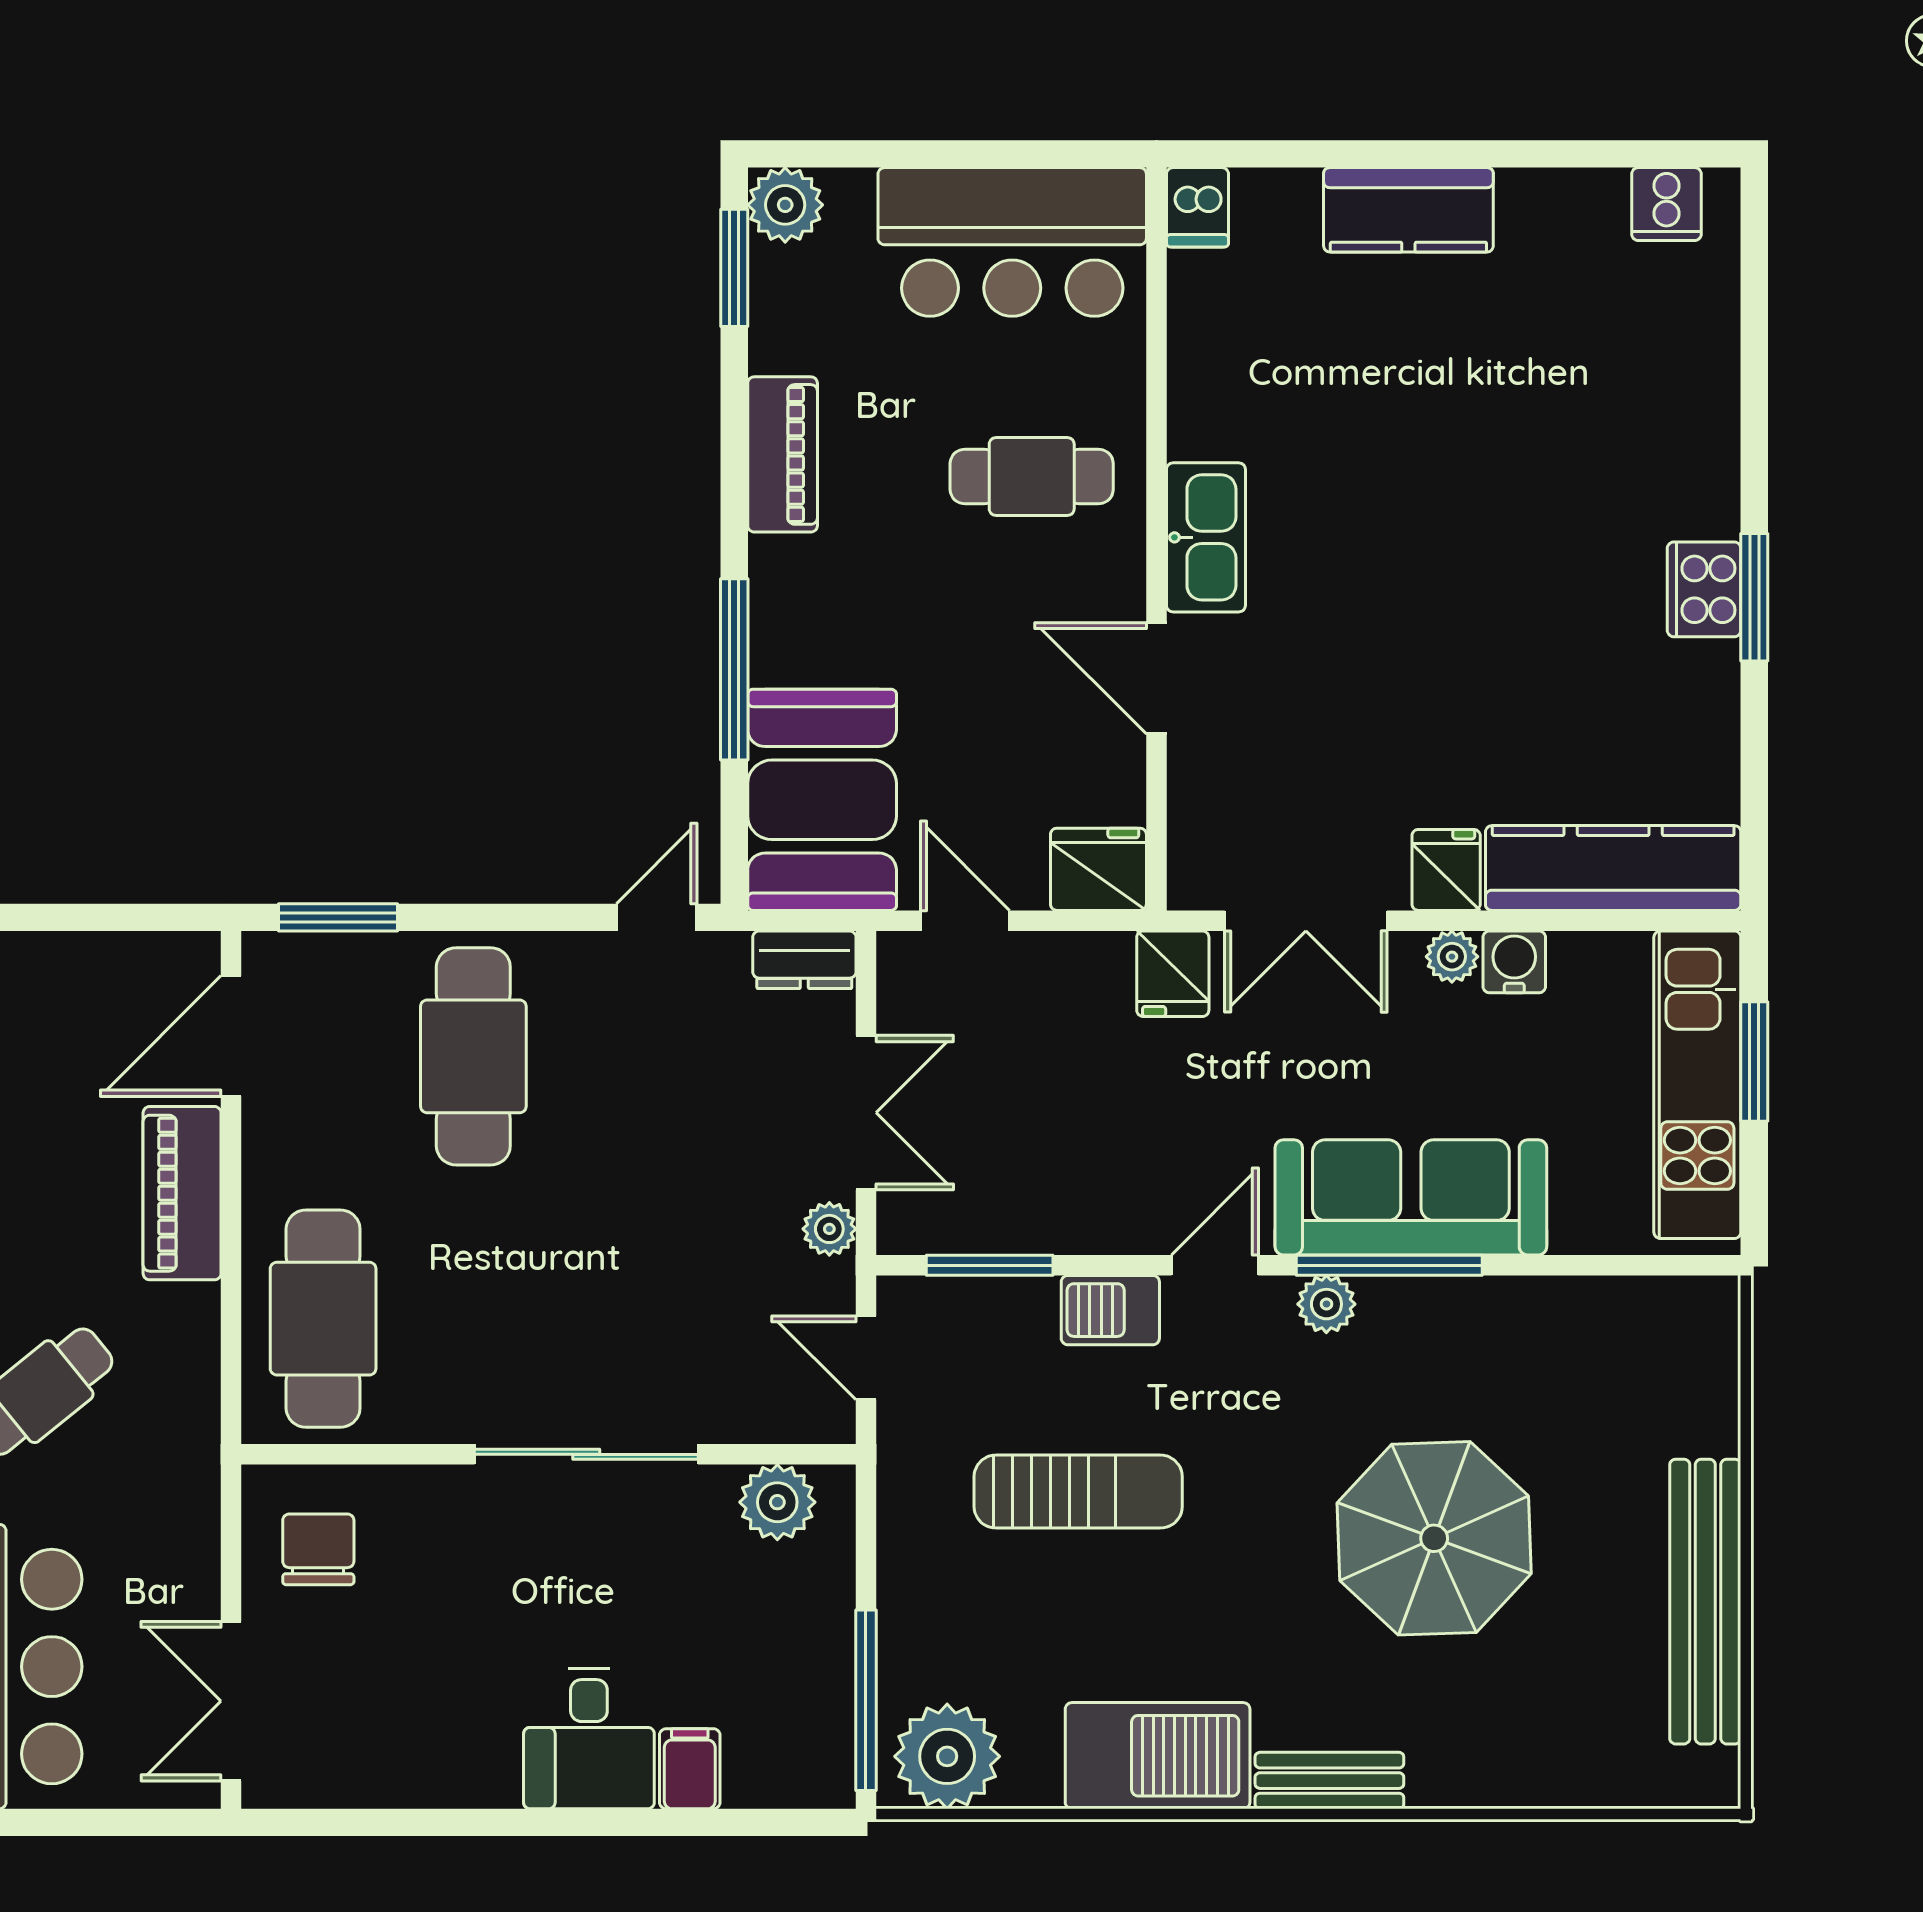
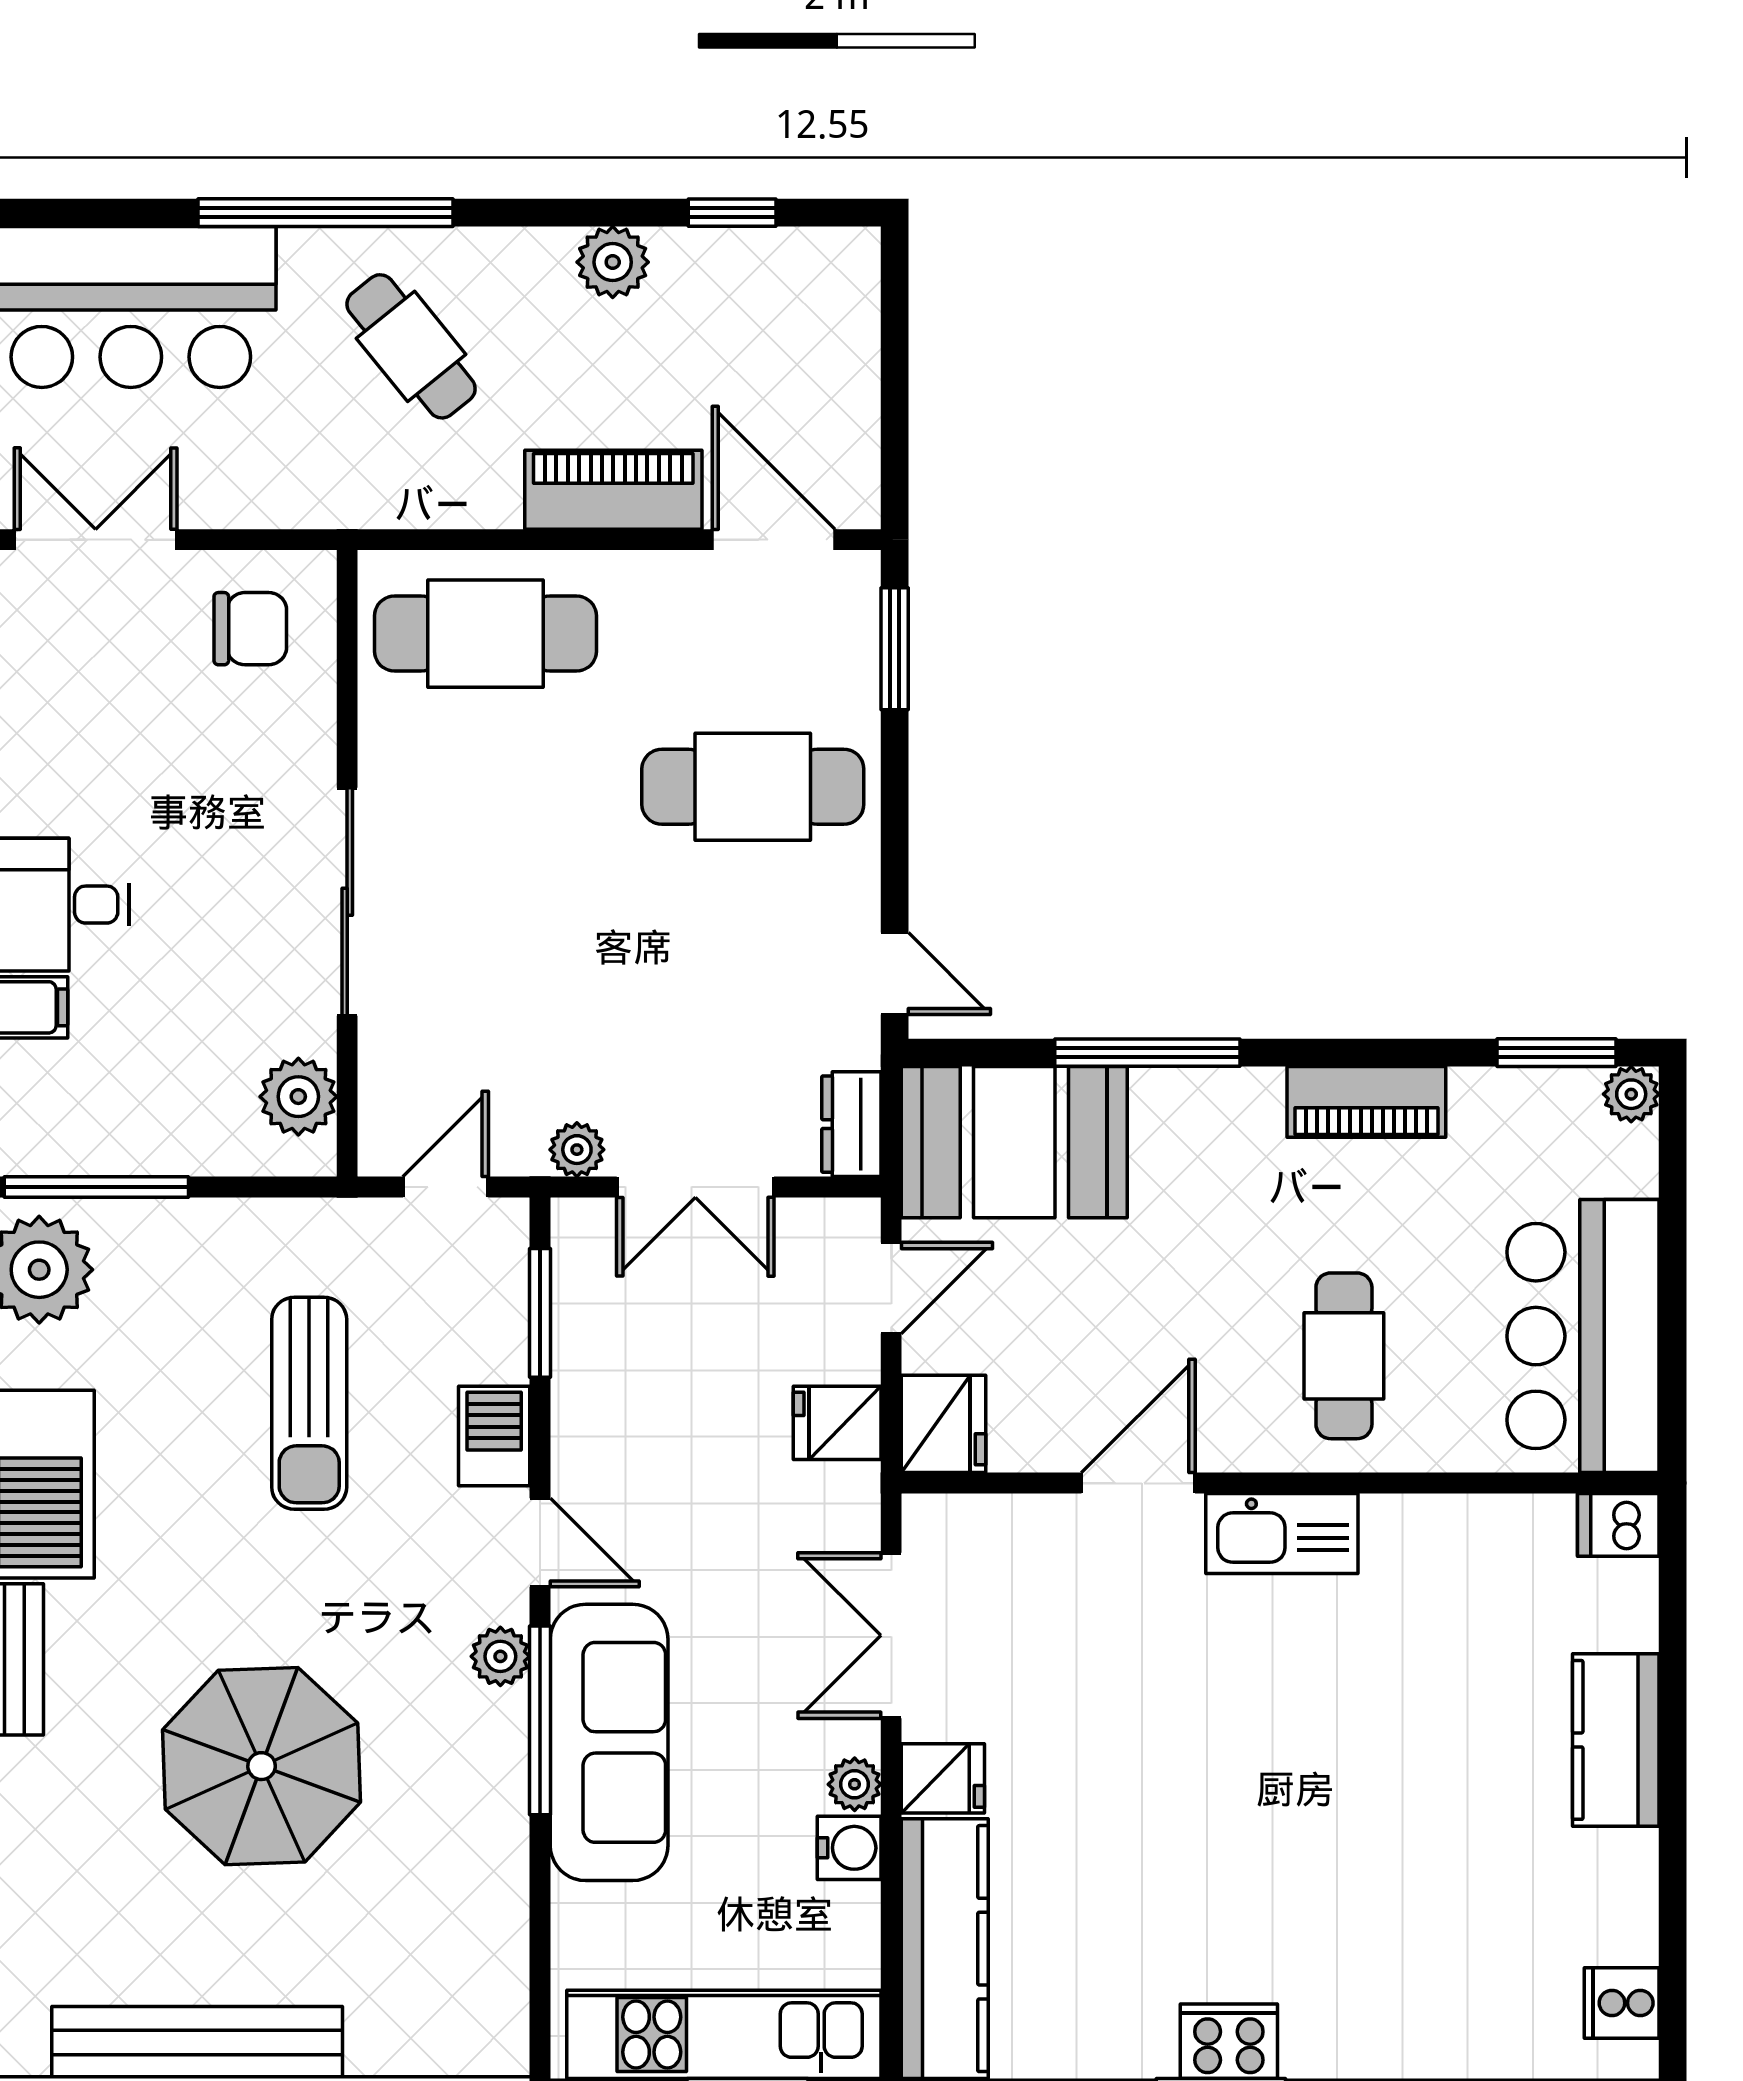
plant: (785, 205) -> (1631, 1094), width x0.73, depth x0.73
fridge: (1173, 974) -> (837, 1423), moved

